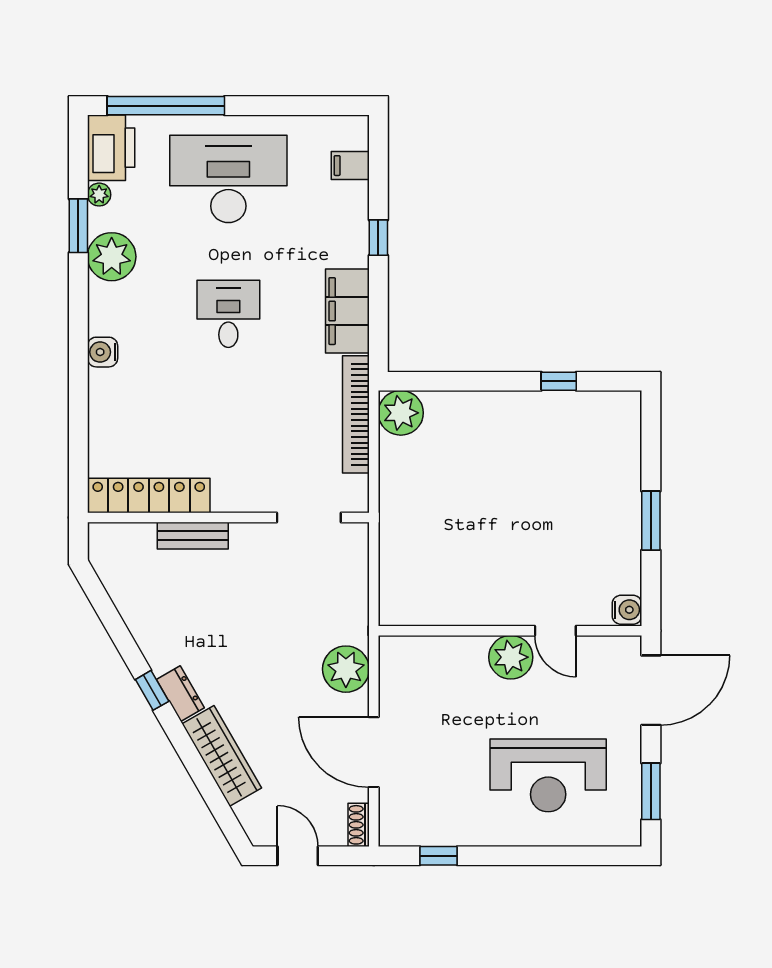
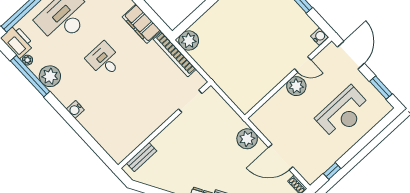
window: (78, 226) -> (30, 76), width x2.11
locker: (149, 496) -> (133, 142), removed
bench: (193, 536) -> (142, 157), moved

